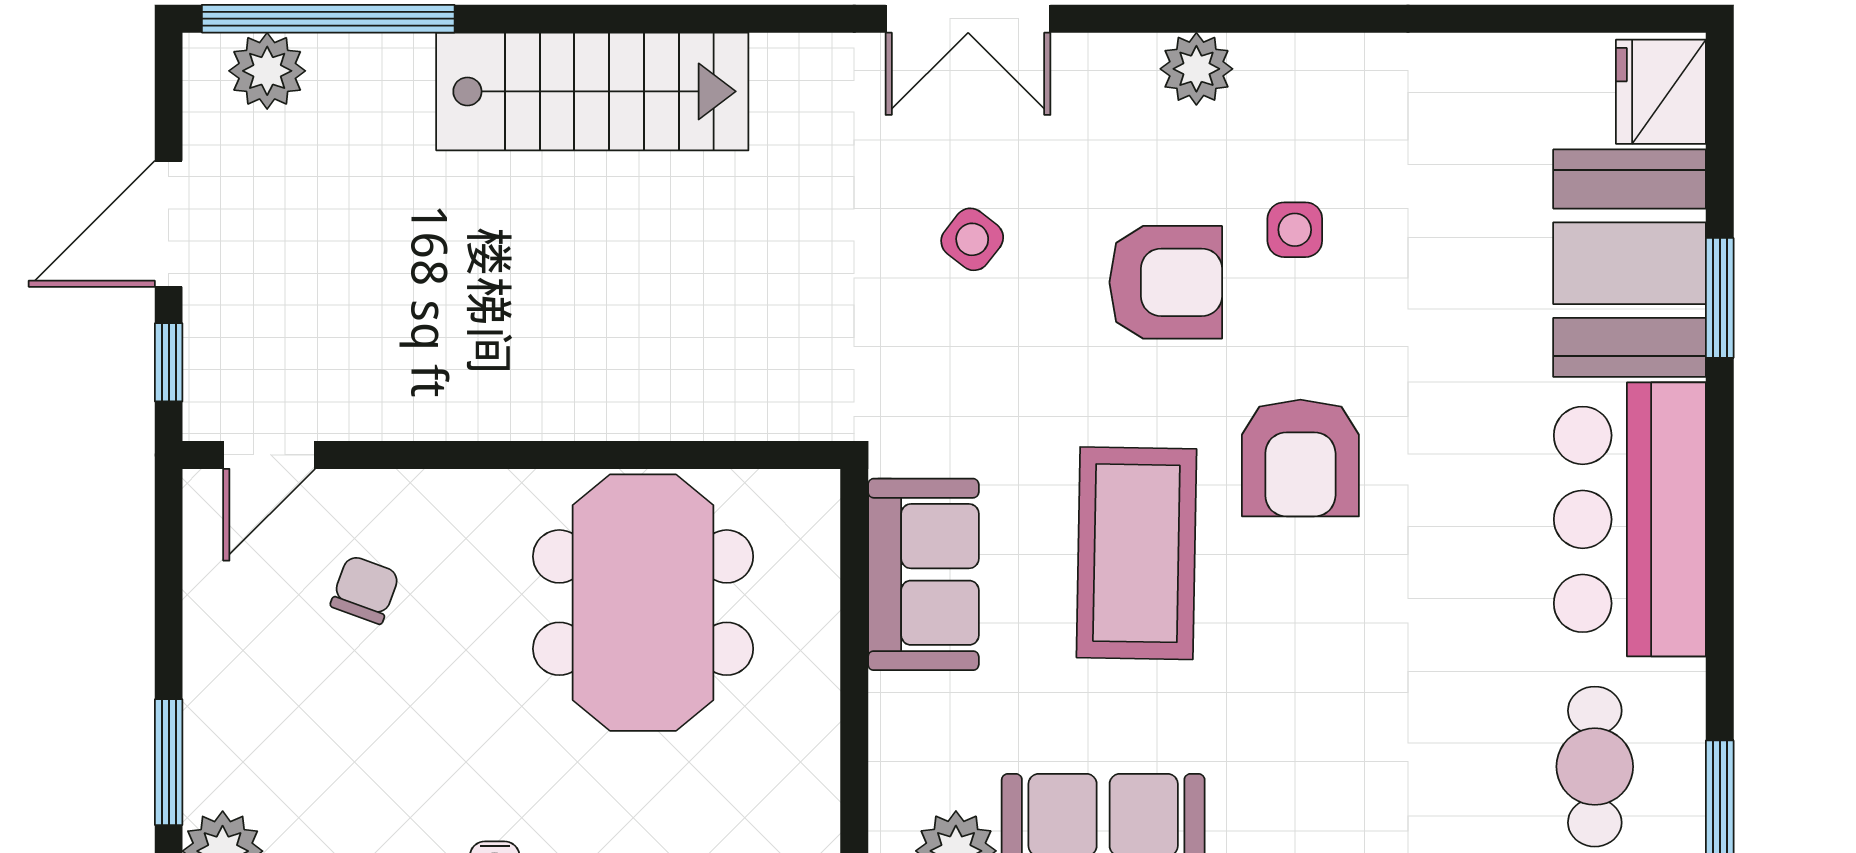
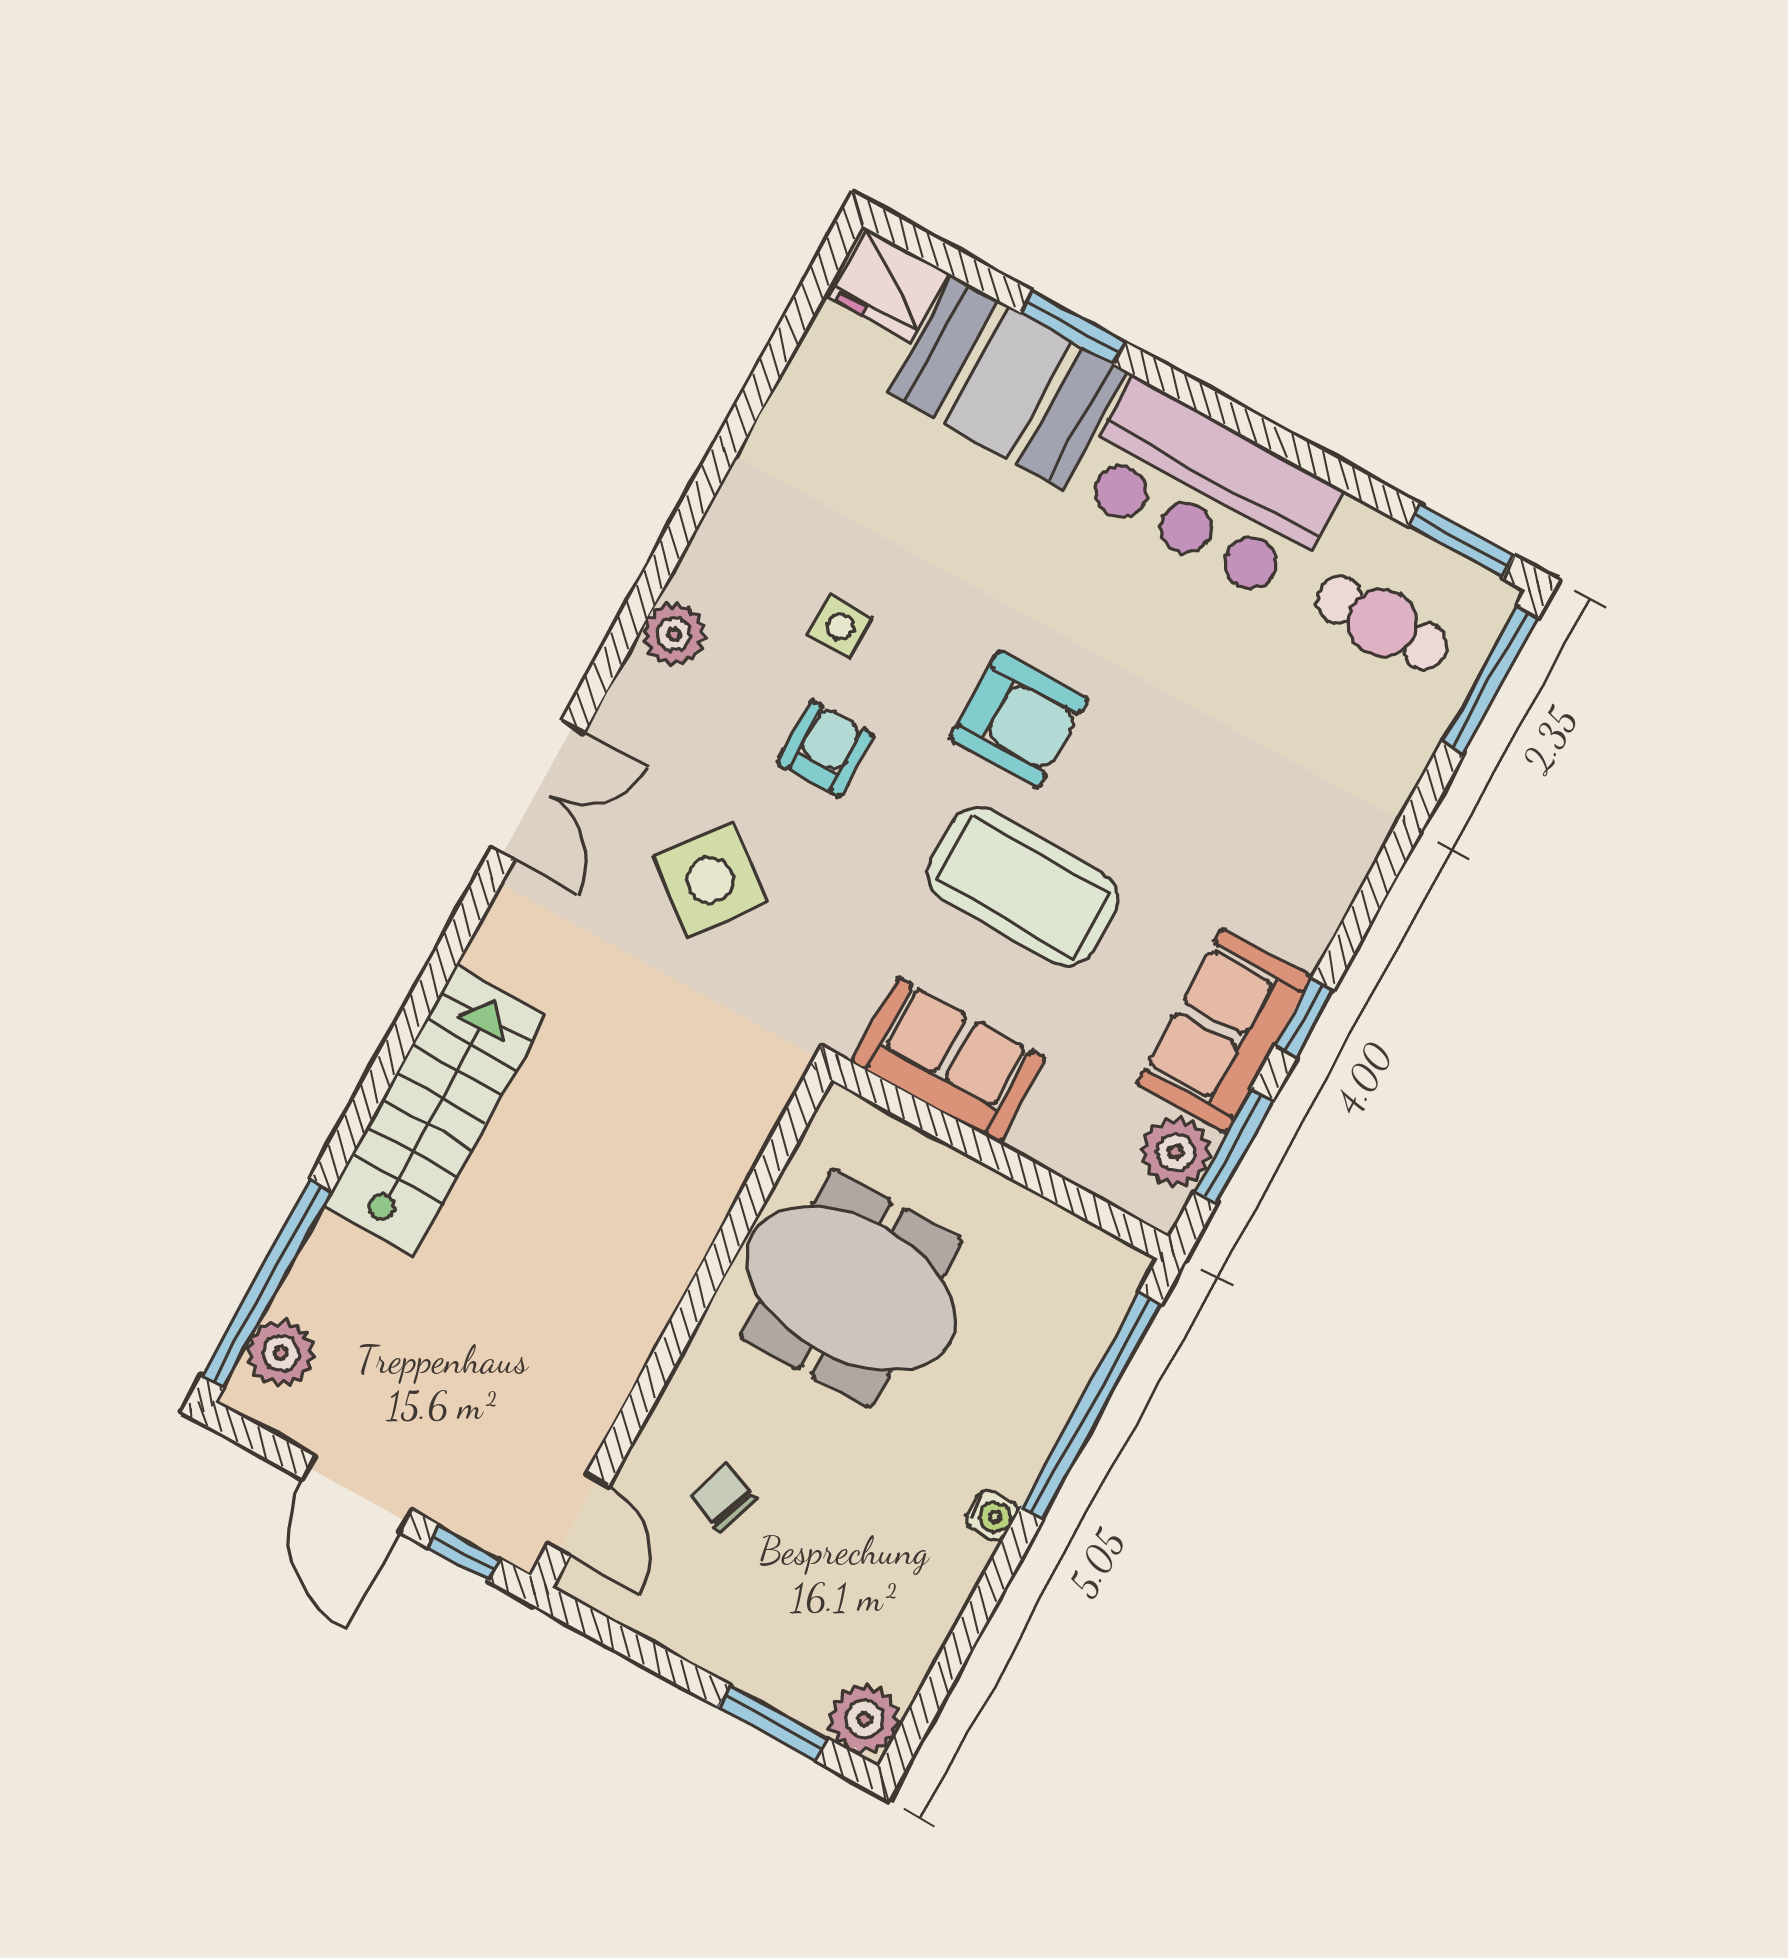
side table: (972, 239) -> (710, 880), width x1.87, depth x1.87
armchair: (1166, 282) -> (826, 749), width x0.72, depth x0.72

